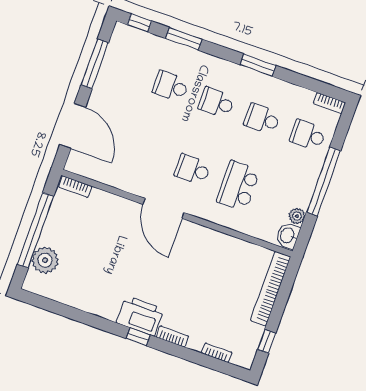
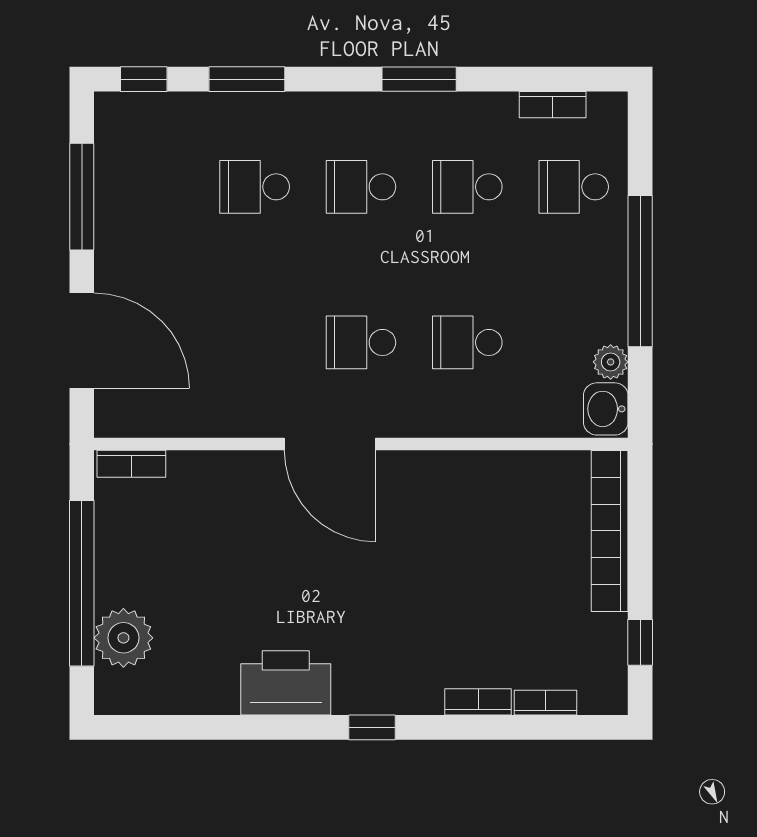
bookcase: (330, 103) -> (553, 105), moved
school desk: (238, 186) -> (467, 342), width x0.54
printer: (140, 316) -> (286, 683), moved
bookcase: (172, 336) -> (478, 702), moved

